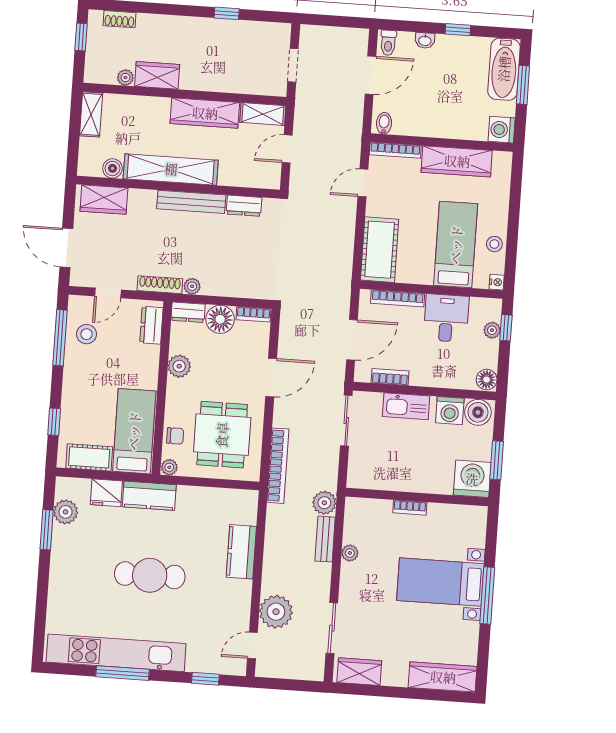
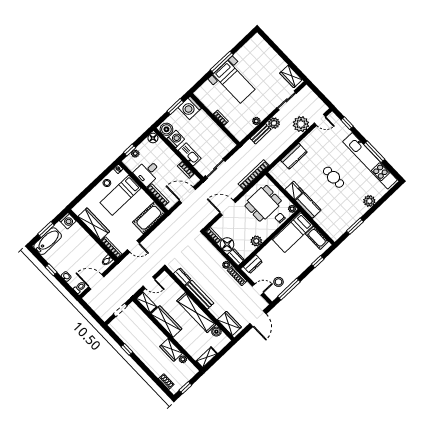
fridge: (106, 493) -> (294, 190), moved
plant: (324, 503) -> (274, 123), moved
plant: (66, 512) -> (369, 201), moved
cafe table: (150, 575) -> (333, 177), width x0.73, depth x0.74
wardrobe: (443, 677) -> (263, 48), removed

